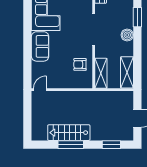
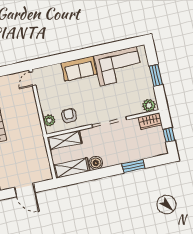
boiler: (127, 35) -> (96, 163), moved
plant: (80, 83) -> (49, 120), added
door: (40, 90) -> (33, 79), swing flipped

